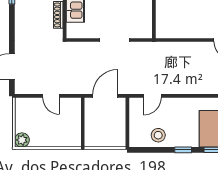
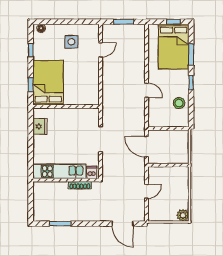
dishwasher: (74, 29) -> (92, 172), added
door: (152, 96) -> (147, 90), moved

